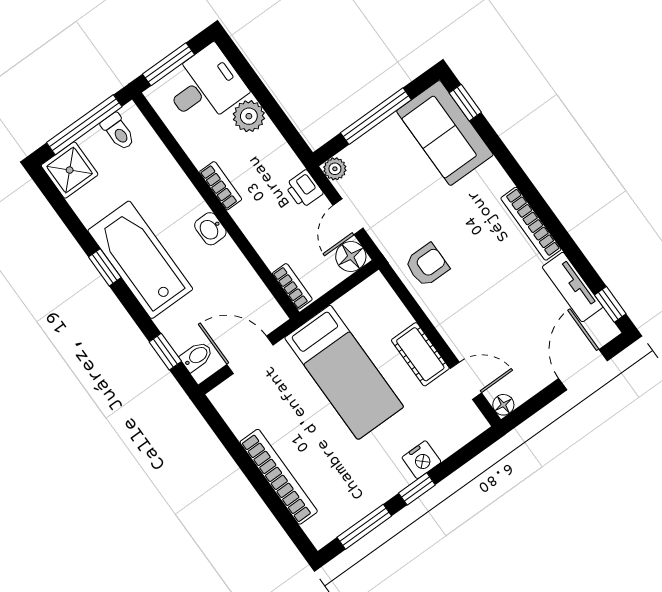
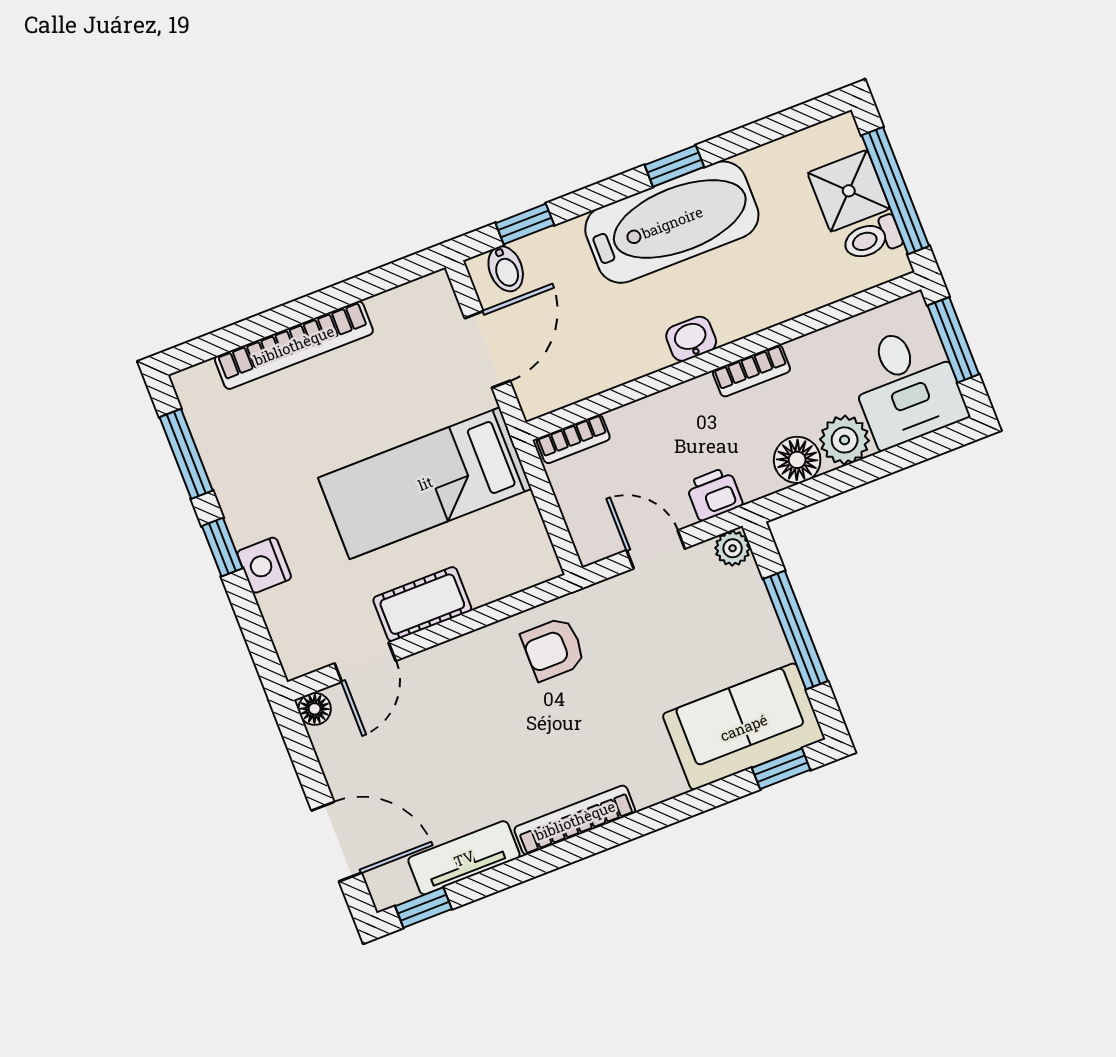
shower: (70, 170) -> (849, 191), moved
floor lamp: (351, 256) -> (797, 460), moved
armchair: (427, 265) -> (553, 649), turned 90

